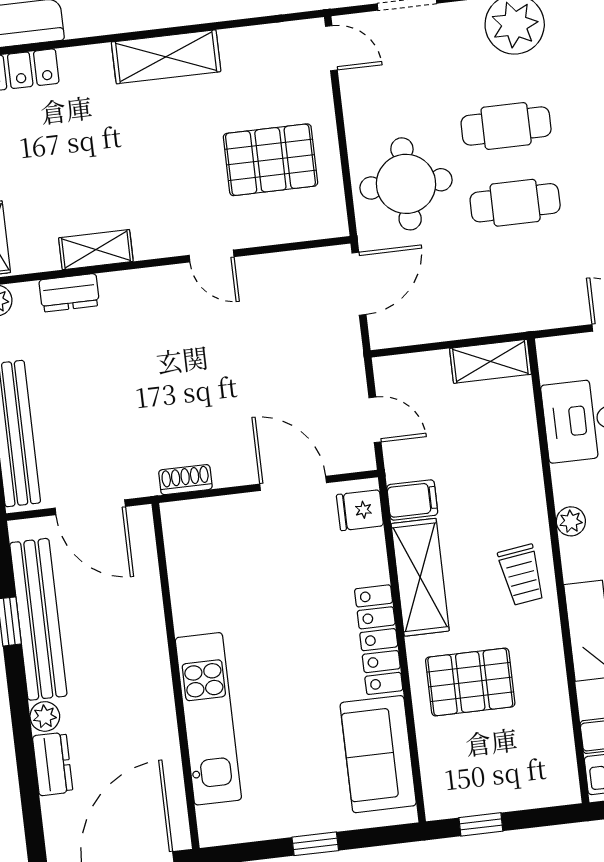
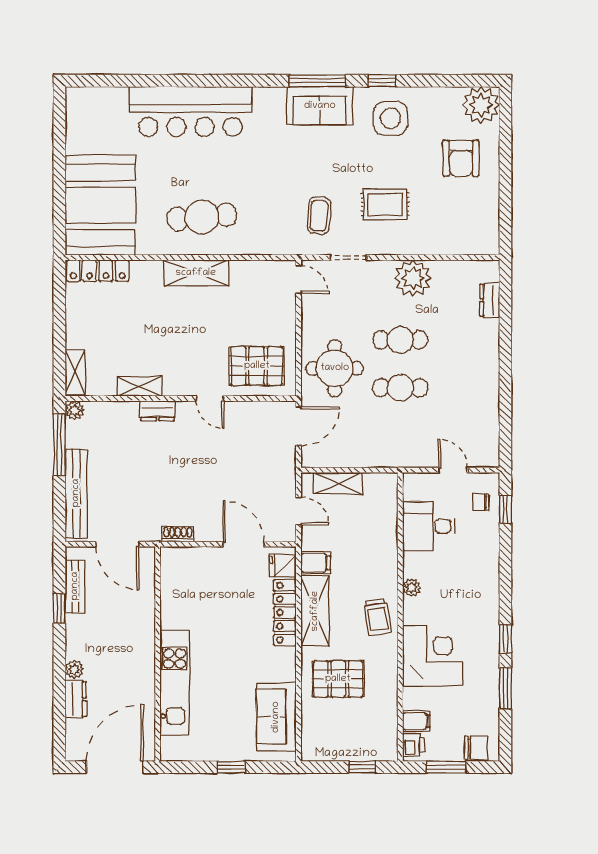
pallet: (270, 160) -> (257, 366), moved
dresser: (69, 293) -> (158, 411), moved
shelving: (490, 361) -> (338, 483), moved
bench: (38, 619) -> (75, 586), width x0.54, depth x0.82
locker: (379, 640) -> (285, 613), moved
window: (481, 824) -> (362, 767), moved

